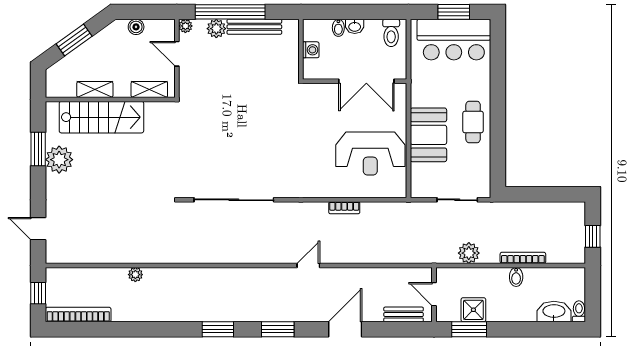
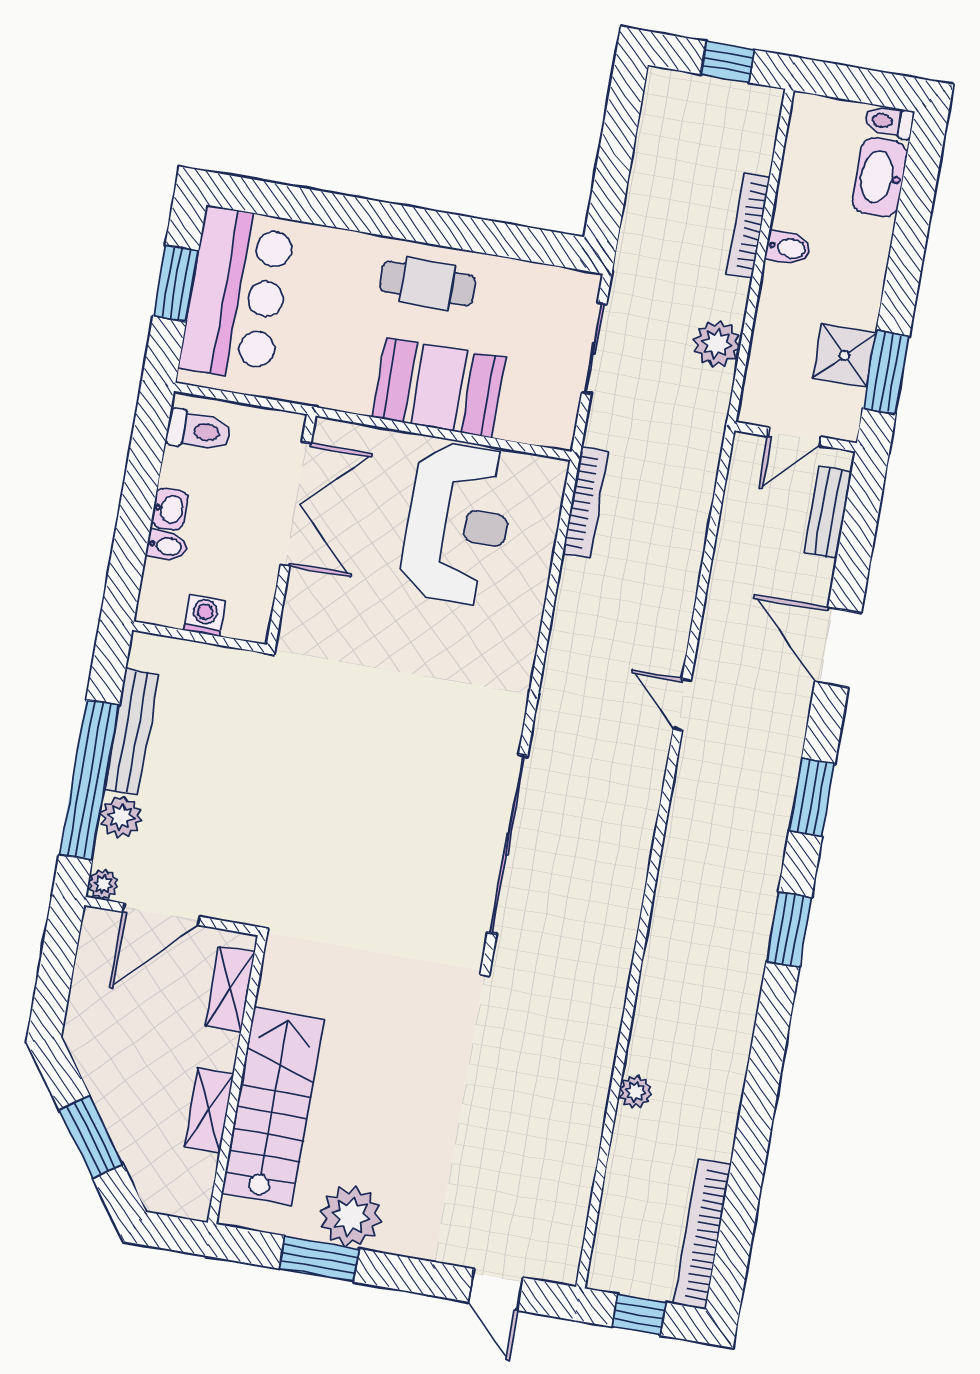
boiler: (136, 27) -> (86, 994), removed
door: (177, 54) -> (162, 914), width x1.38
bookcase: (344, 208) -> (586, 503), moved, width x1.56
door: (38, 229) -> (496, 1290), hinge flipped

